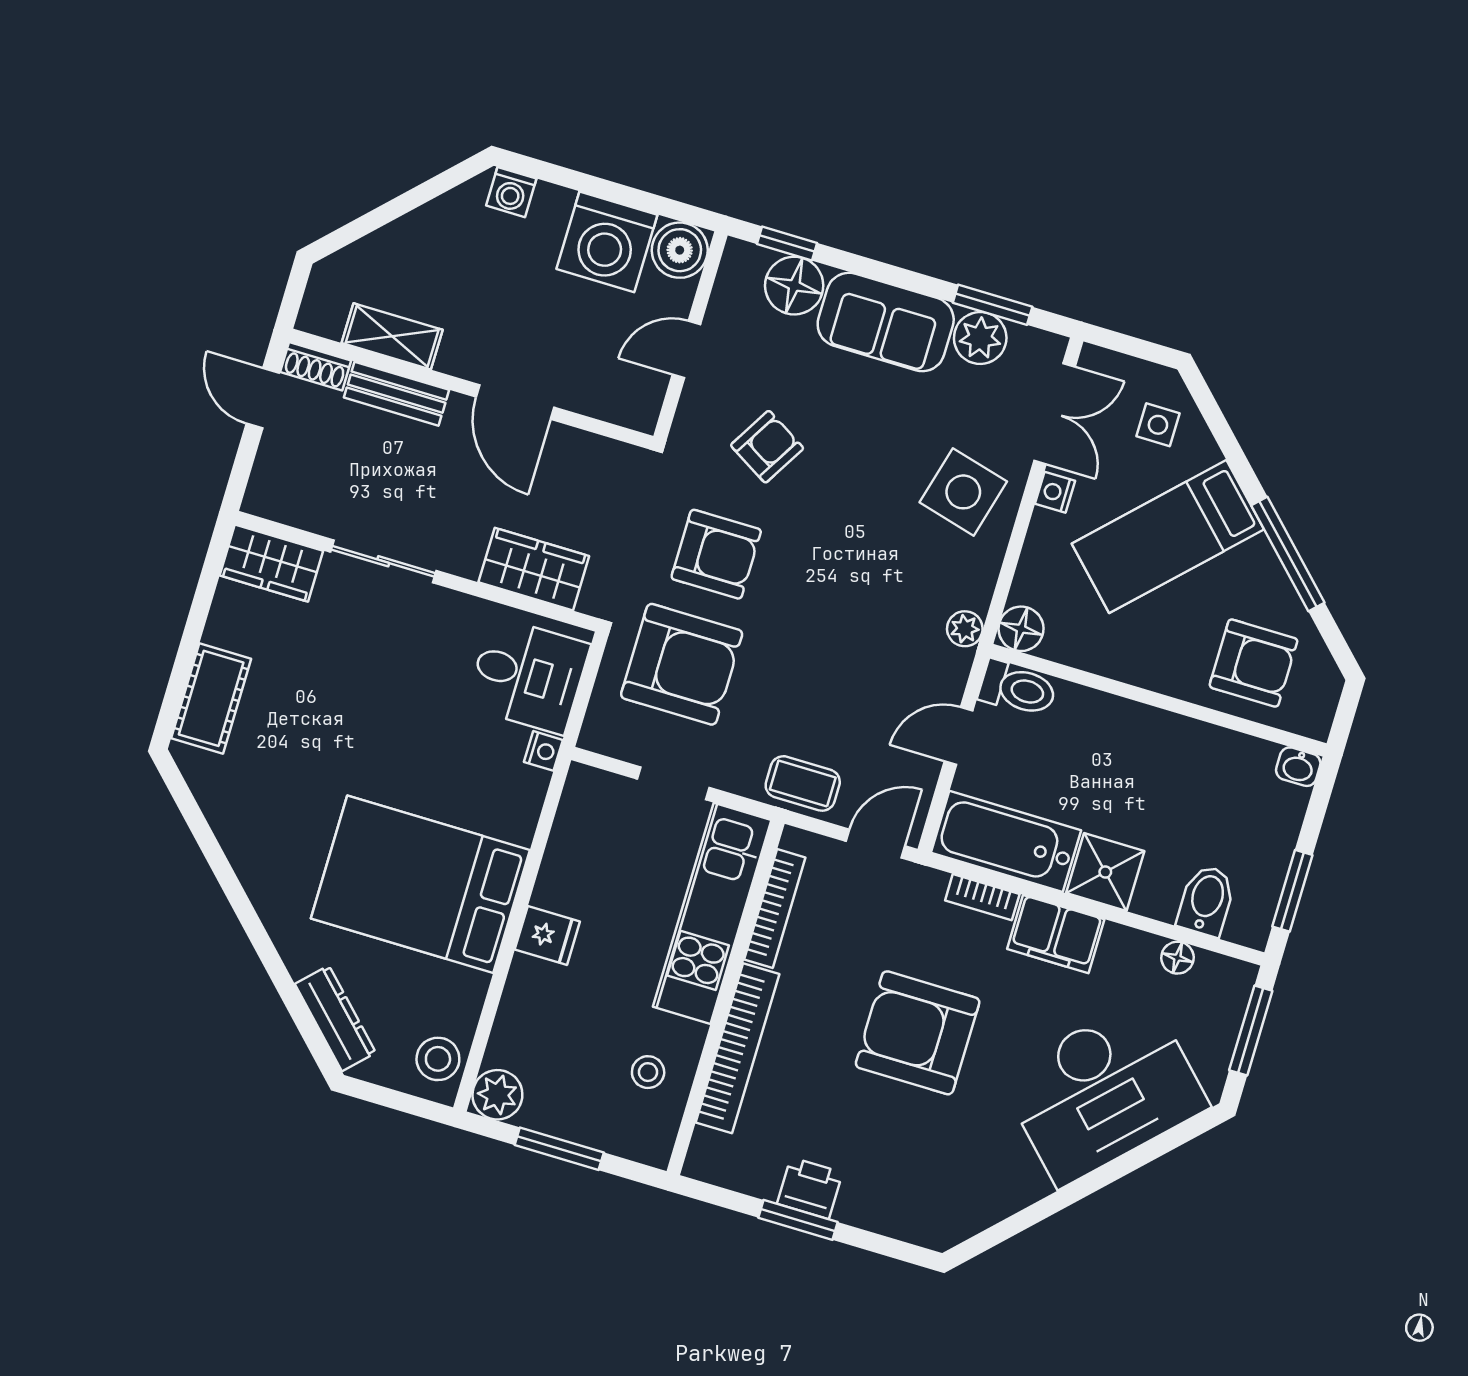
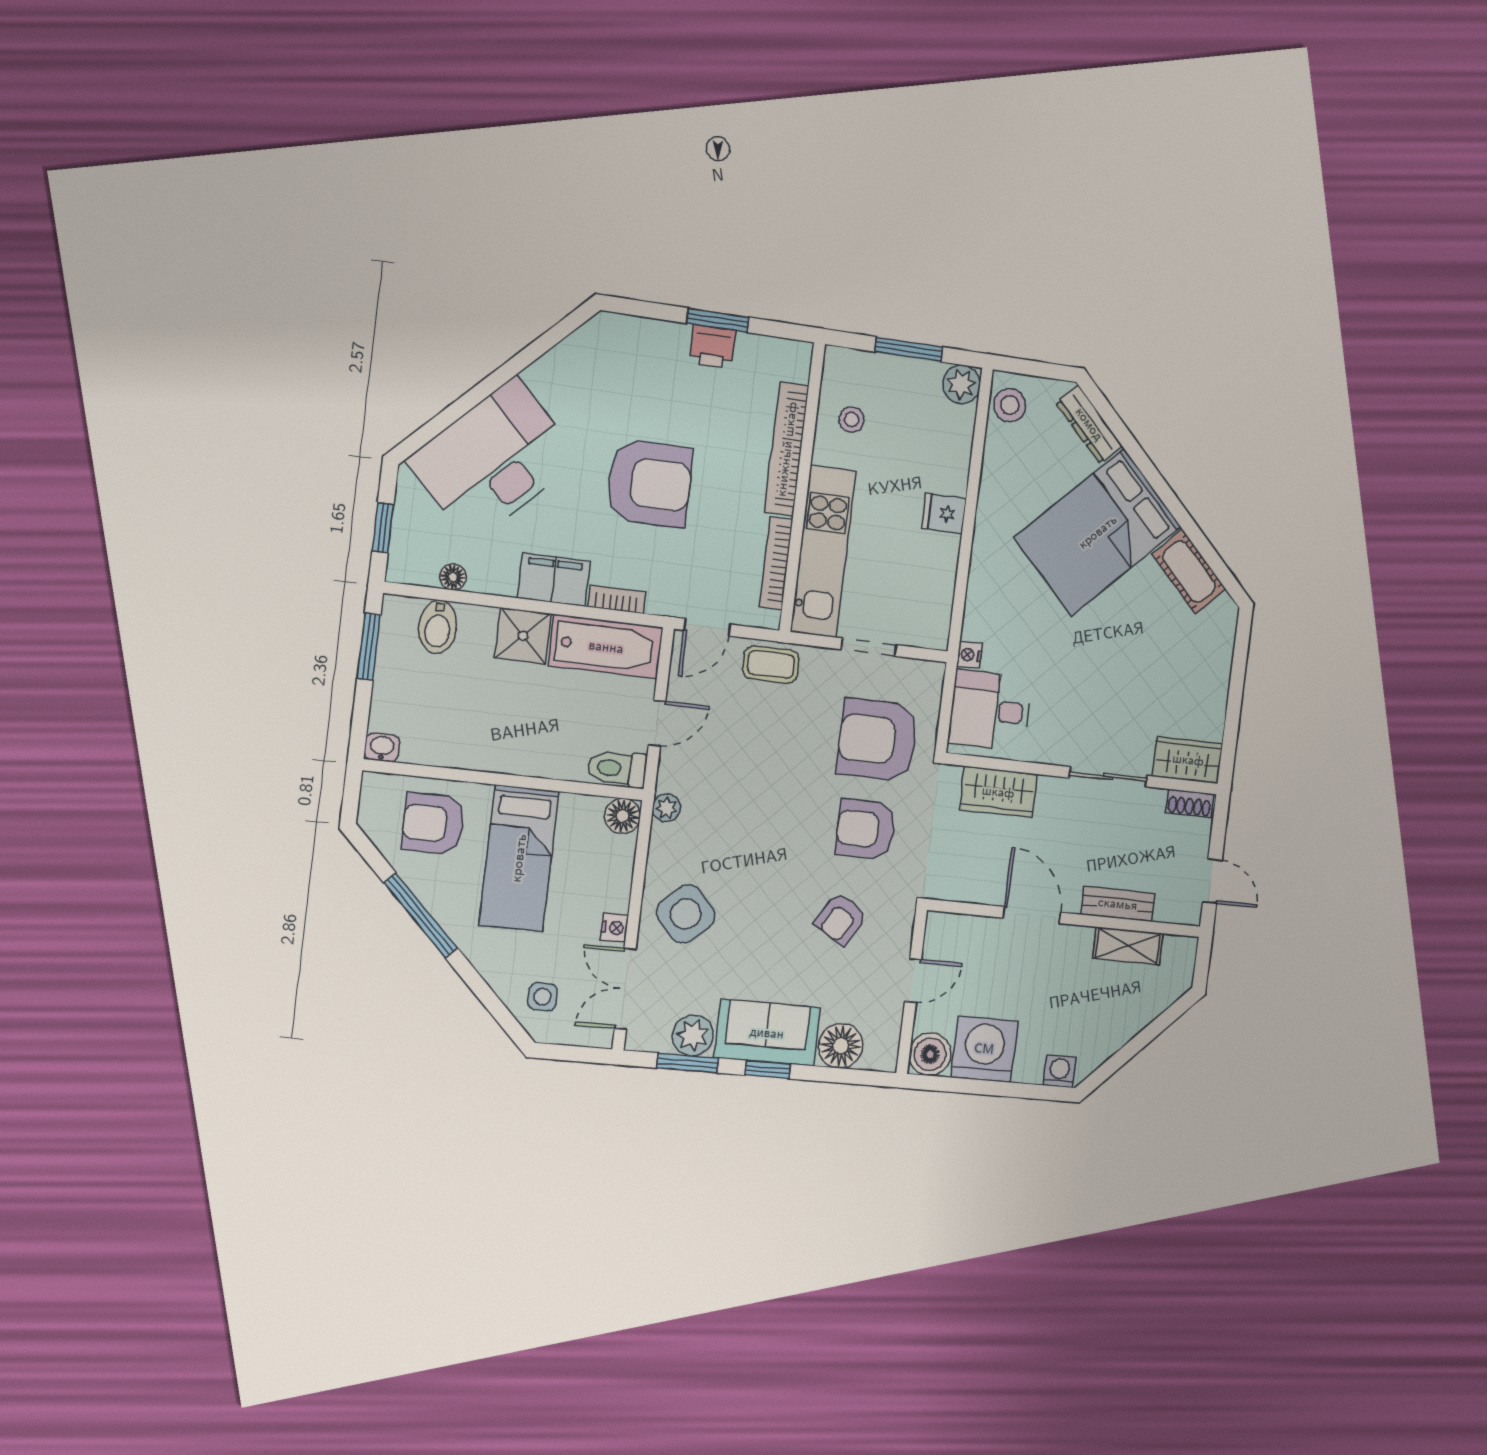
window: (787, 243) -> (768, 1070), moved
shoe rack: (316, 366) -> (1190, 803), moved, turned 180
side table: (963, 492) -> (686, 914), turned 32
bed: (1168, 537) -> (519, 858), moved, turned 135
cot: (211, 698) -> (1189, 572), moved, turned -45
bed: (420, 884) -> (1098, 532), moved, turned 135
window: (1251, 1030) -> (383, 528), width x0.67

